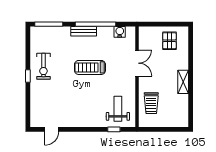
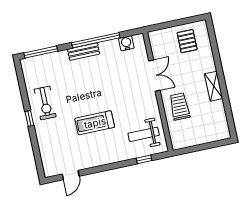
treadmill: (90, 67) -> (95, 123), moved
trolley: (151, 103) -> (180, 106), moved, turned 180
weight bench: (118, 109) -> (144, 134), turned -90

